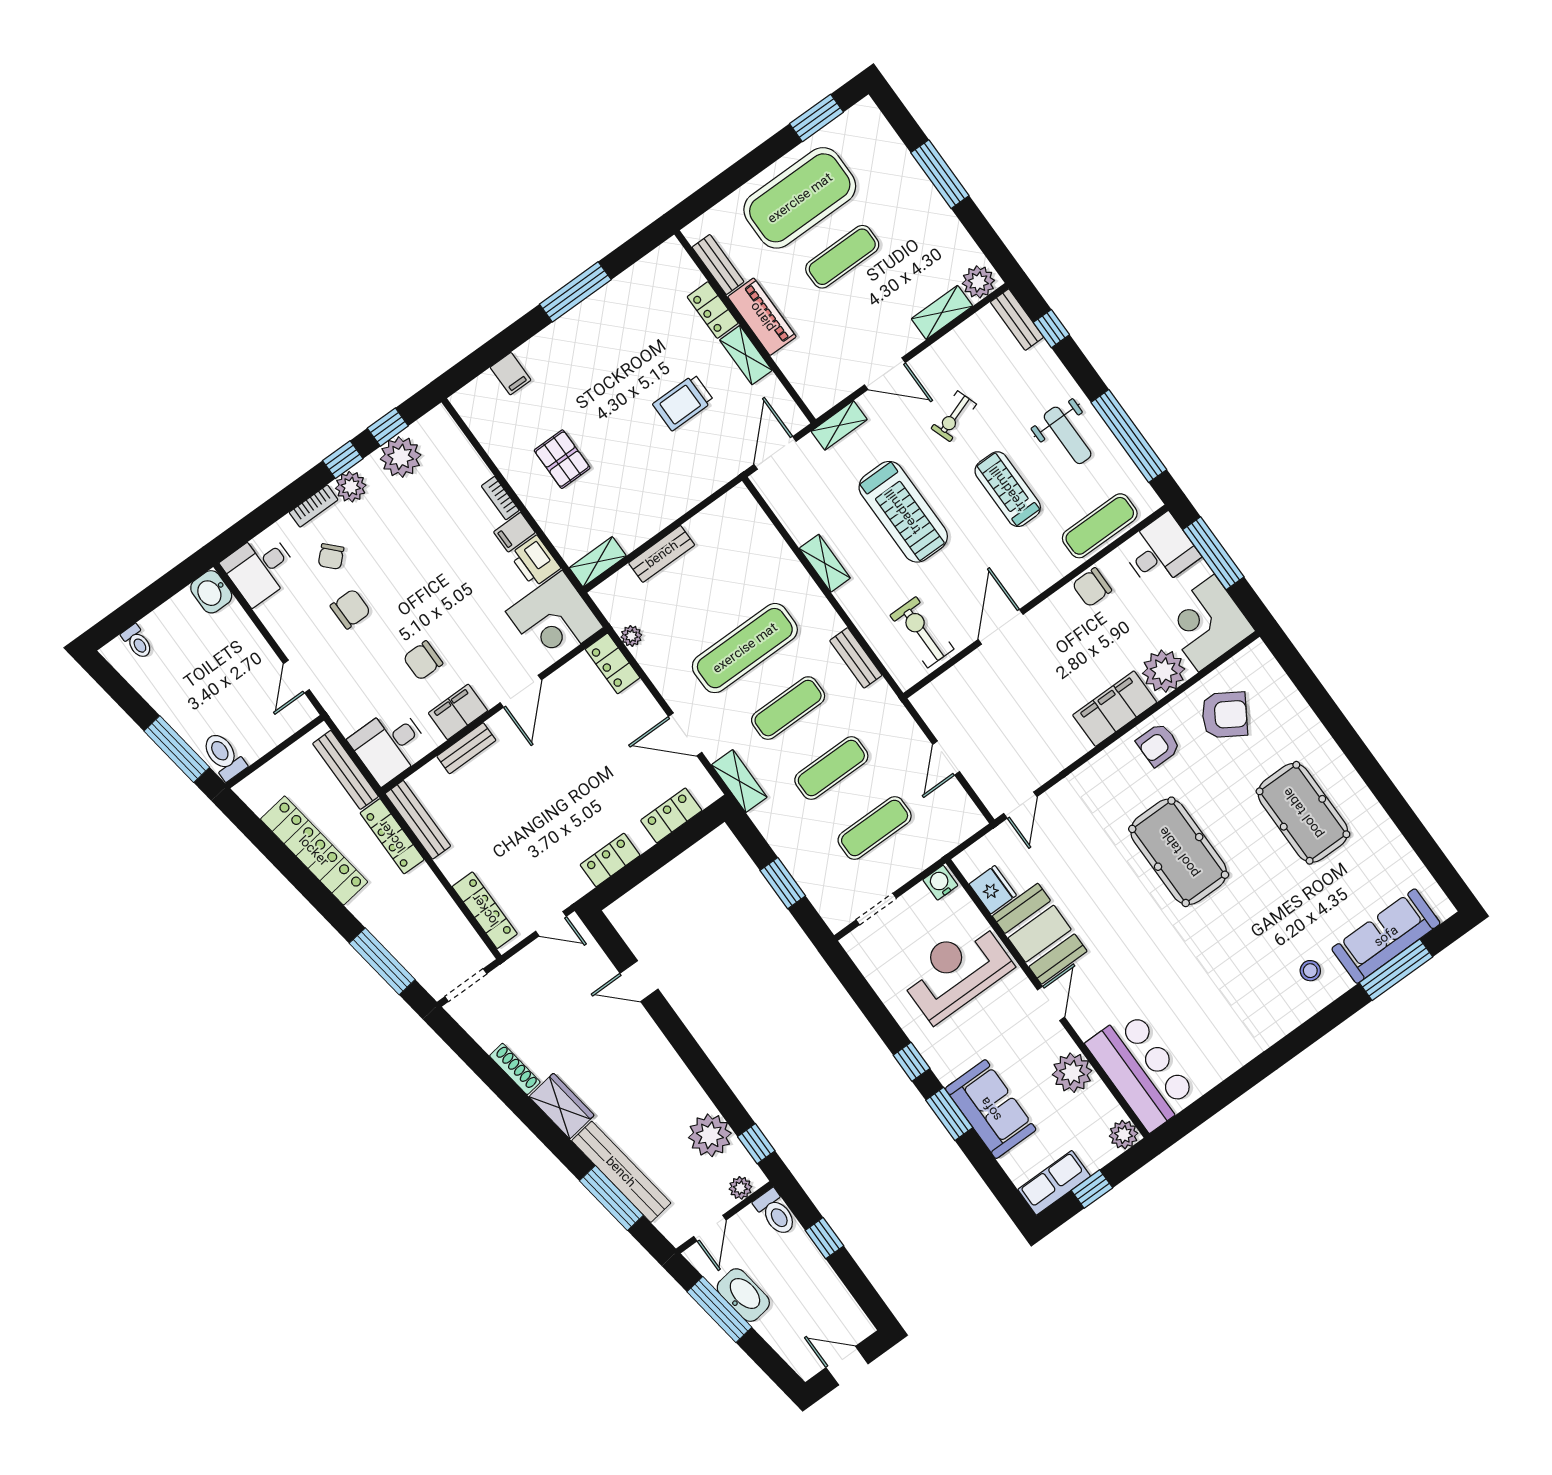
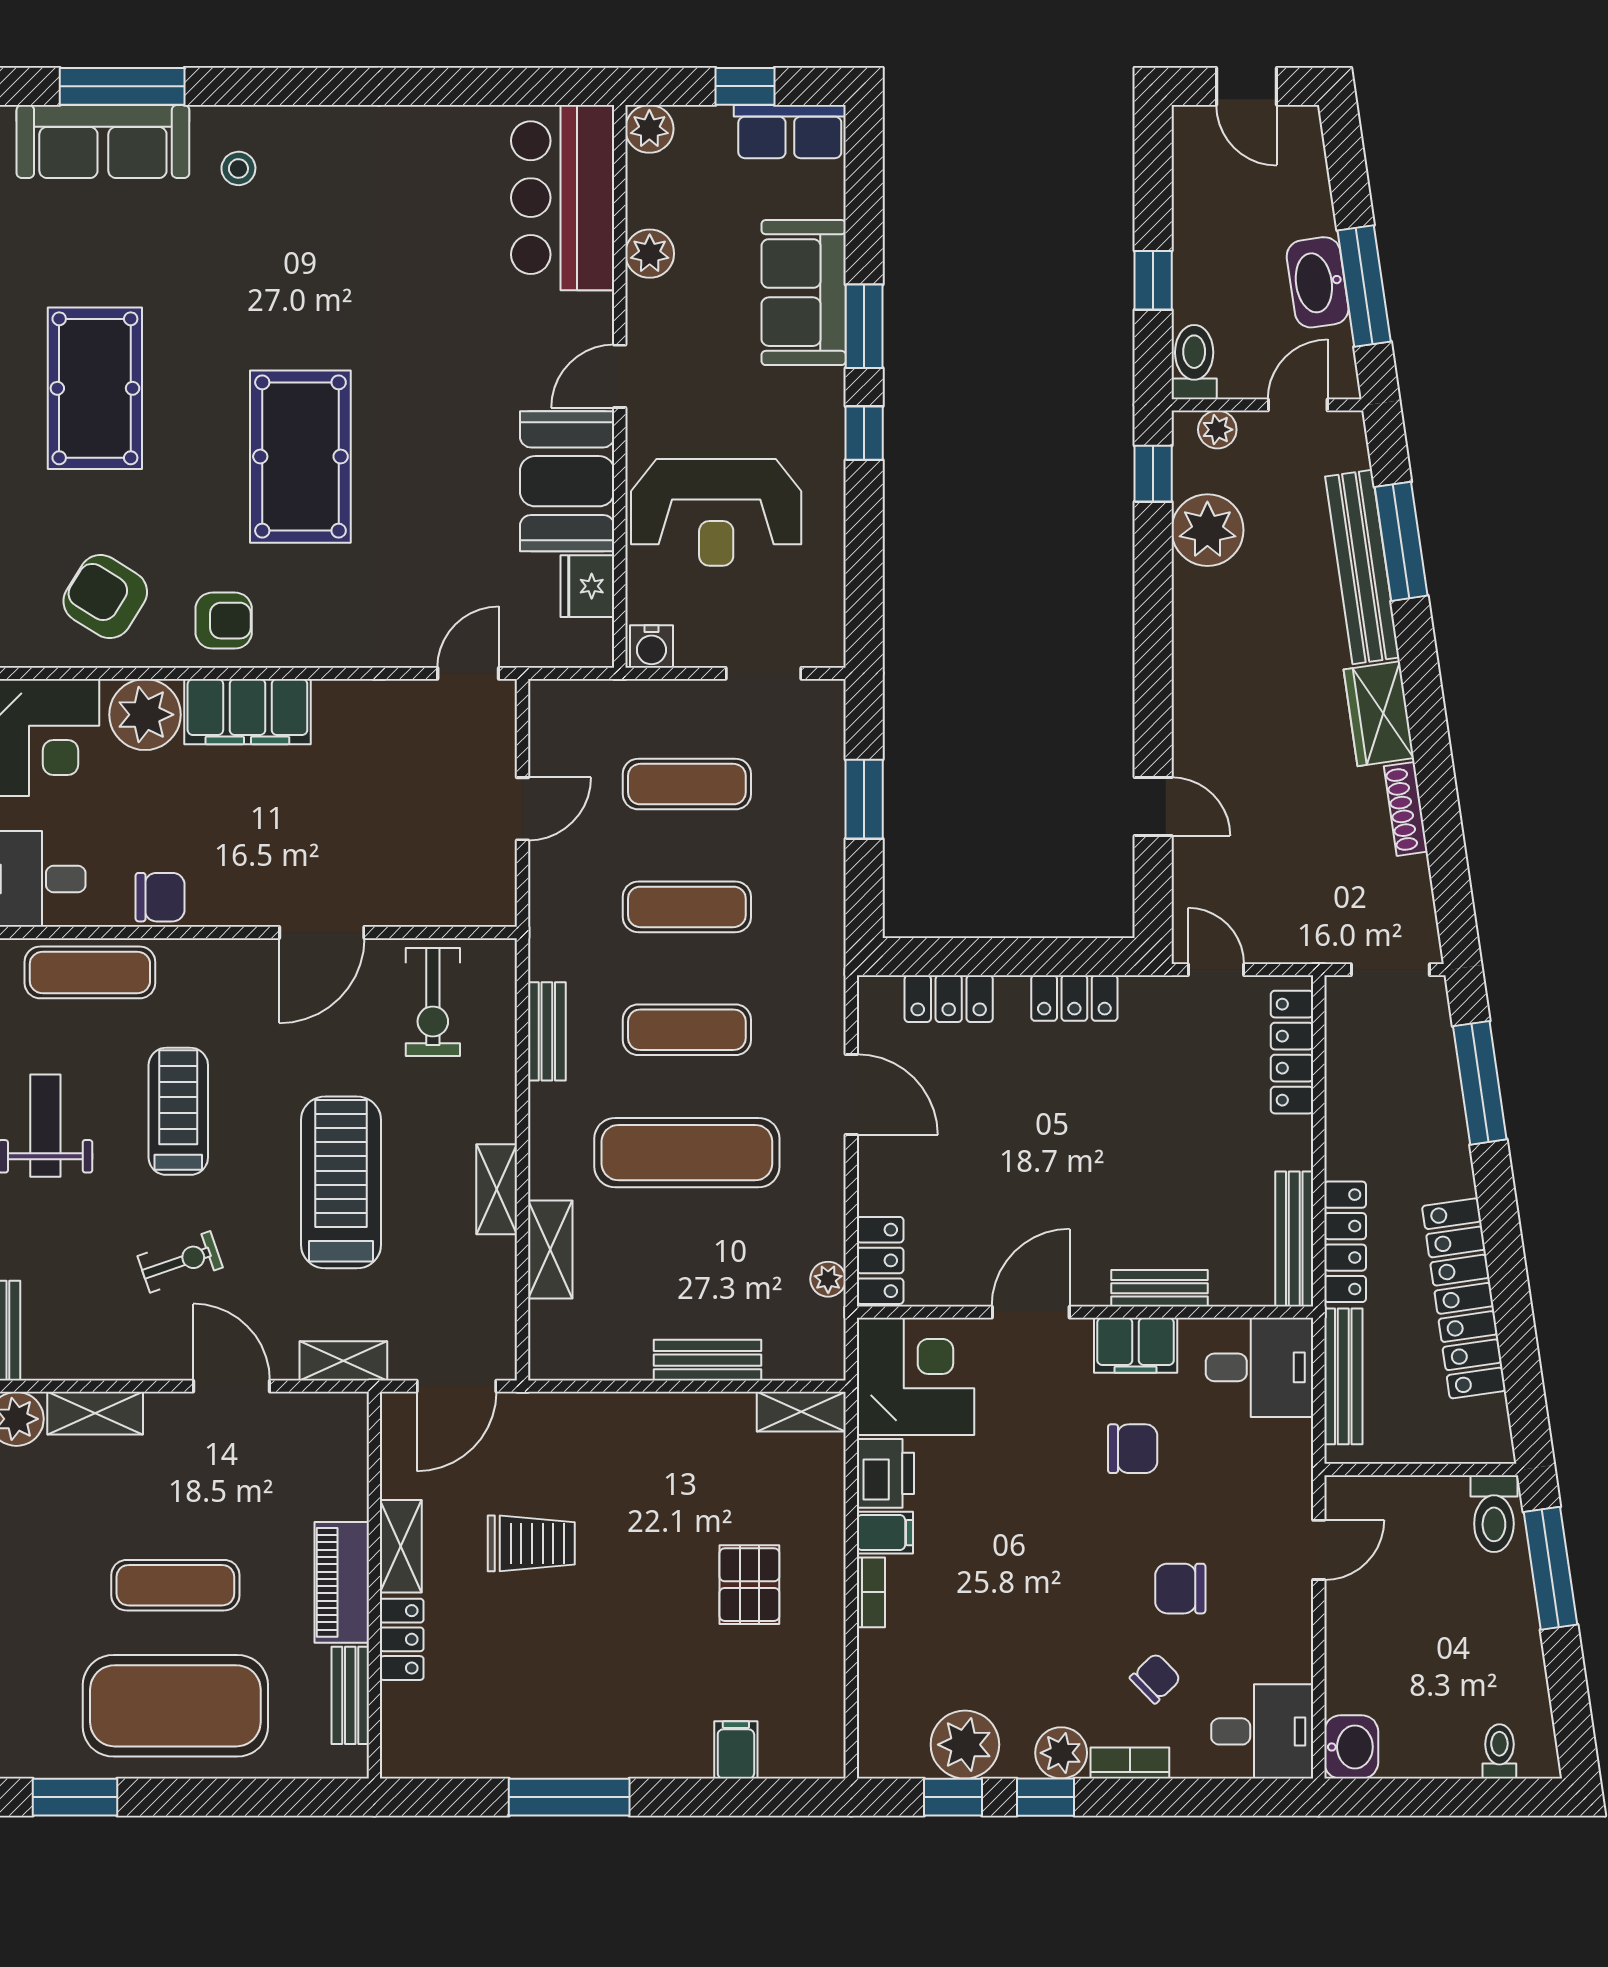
treadmill: (1008, 489) -> (178, 1111), turned 180
shelving: (739, 781) -> (550, 1250), moved
plant: (1072, 1073) -> (650, 254), width x0.73, depth x0.73

